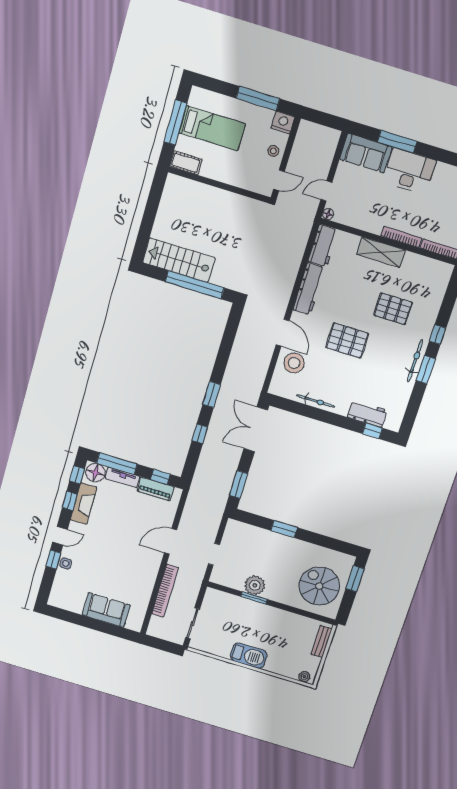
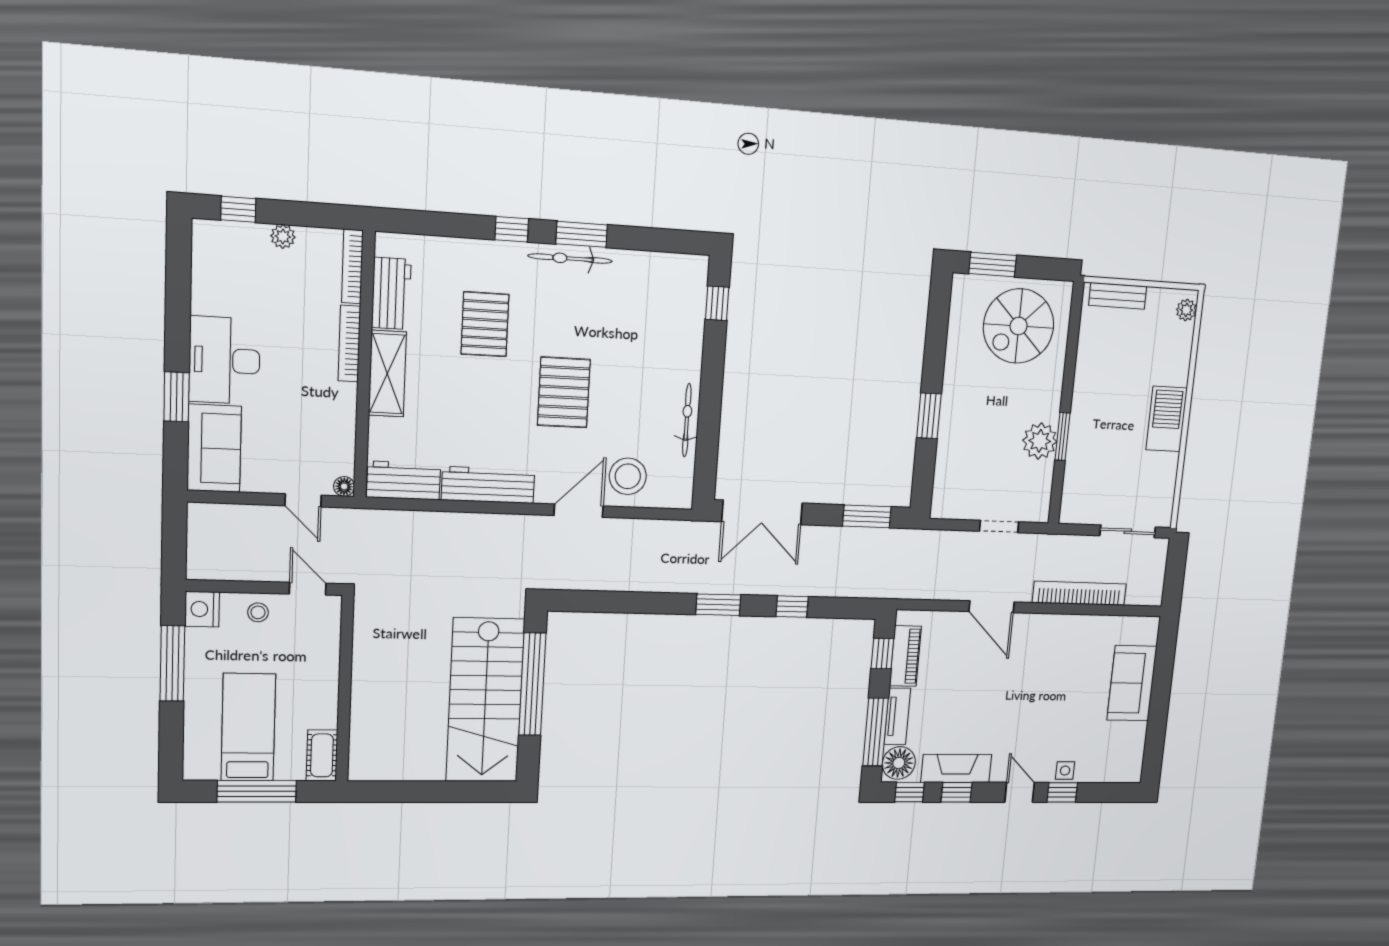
window: (397, 142) -> (176, 397), width x0.69
stairs: (179, 260) -> (485, 700), width x1.36, depth x1.51
workbench: (367, 414) -> (391, 293), moved, turned 180

